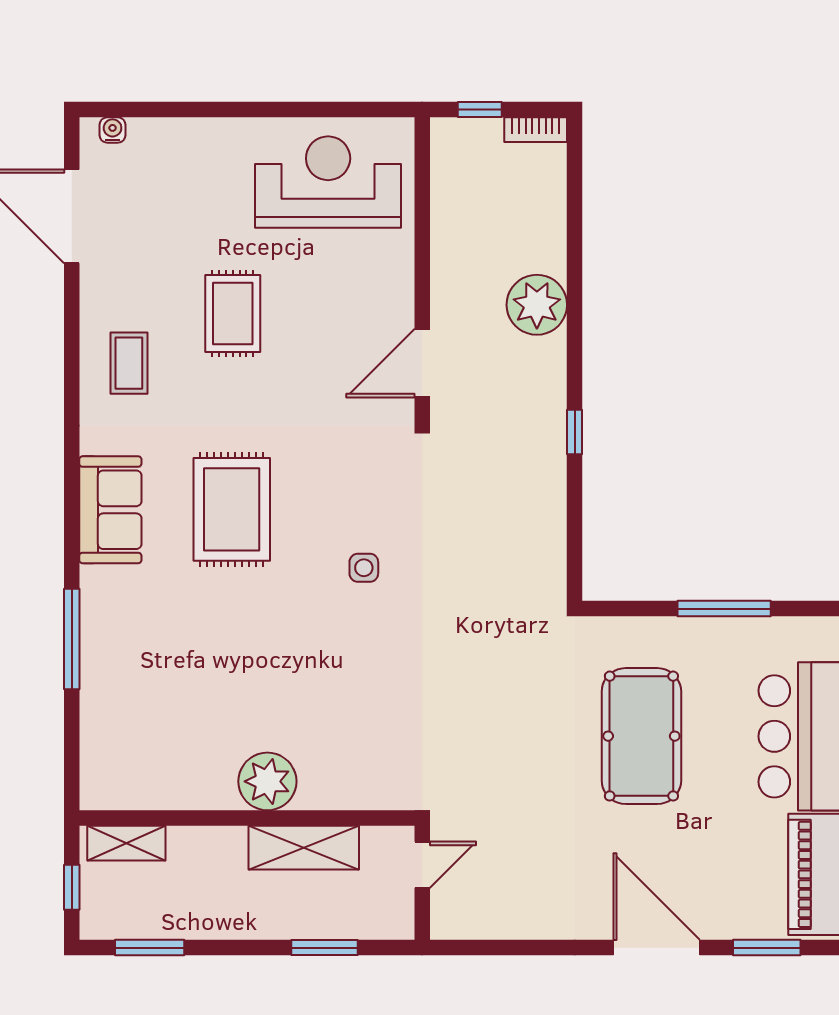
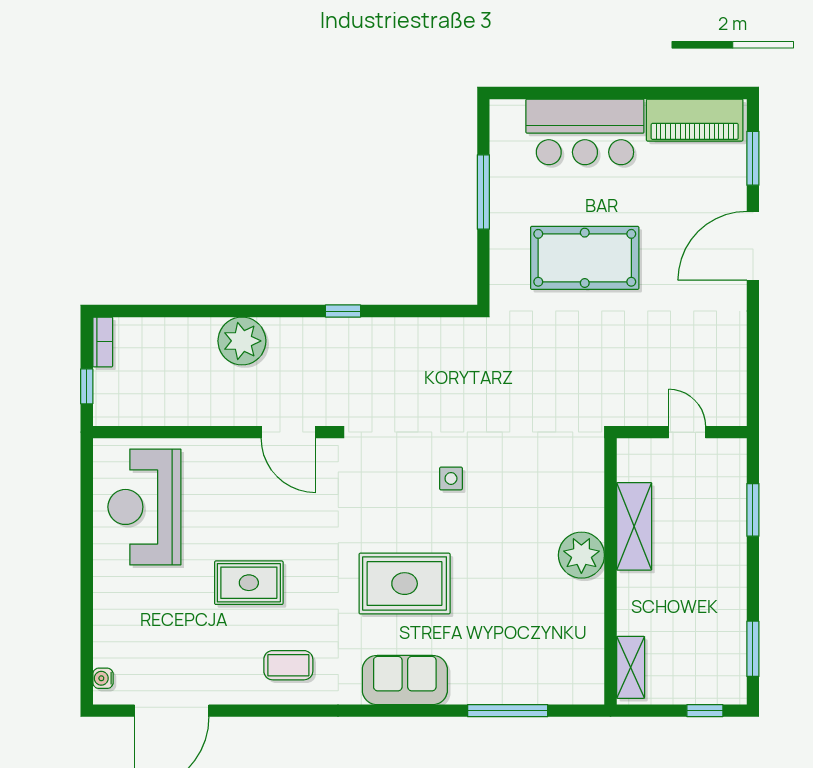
plant: (267, 781) -> (581, 555), moved
wall: (247, 818) -> (611, 571), moved
shelving: (126, 843) -> (631, 667), moved
shelving: (304, 848) -> (634, 526), moved

